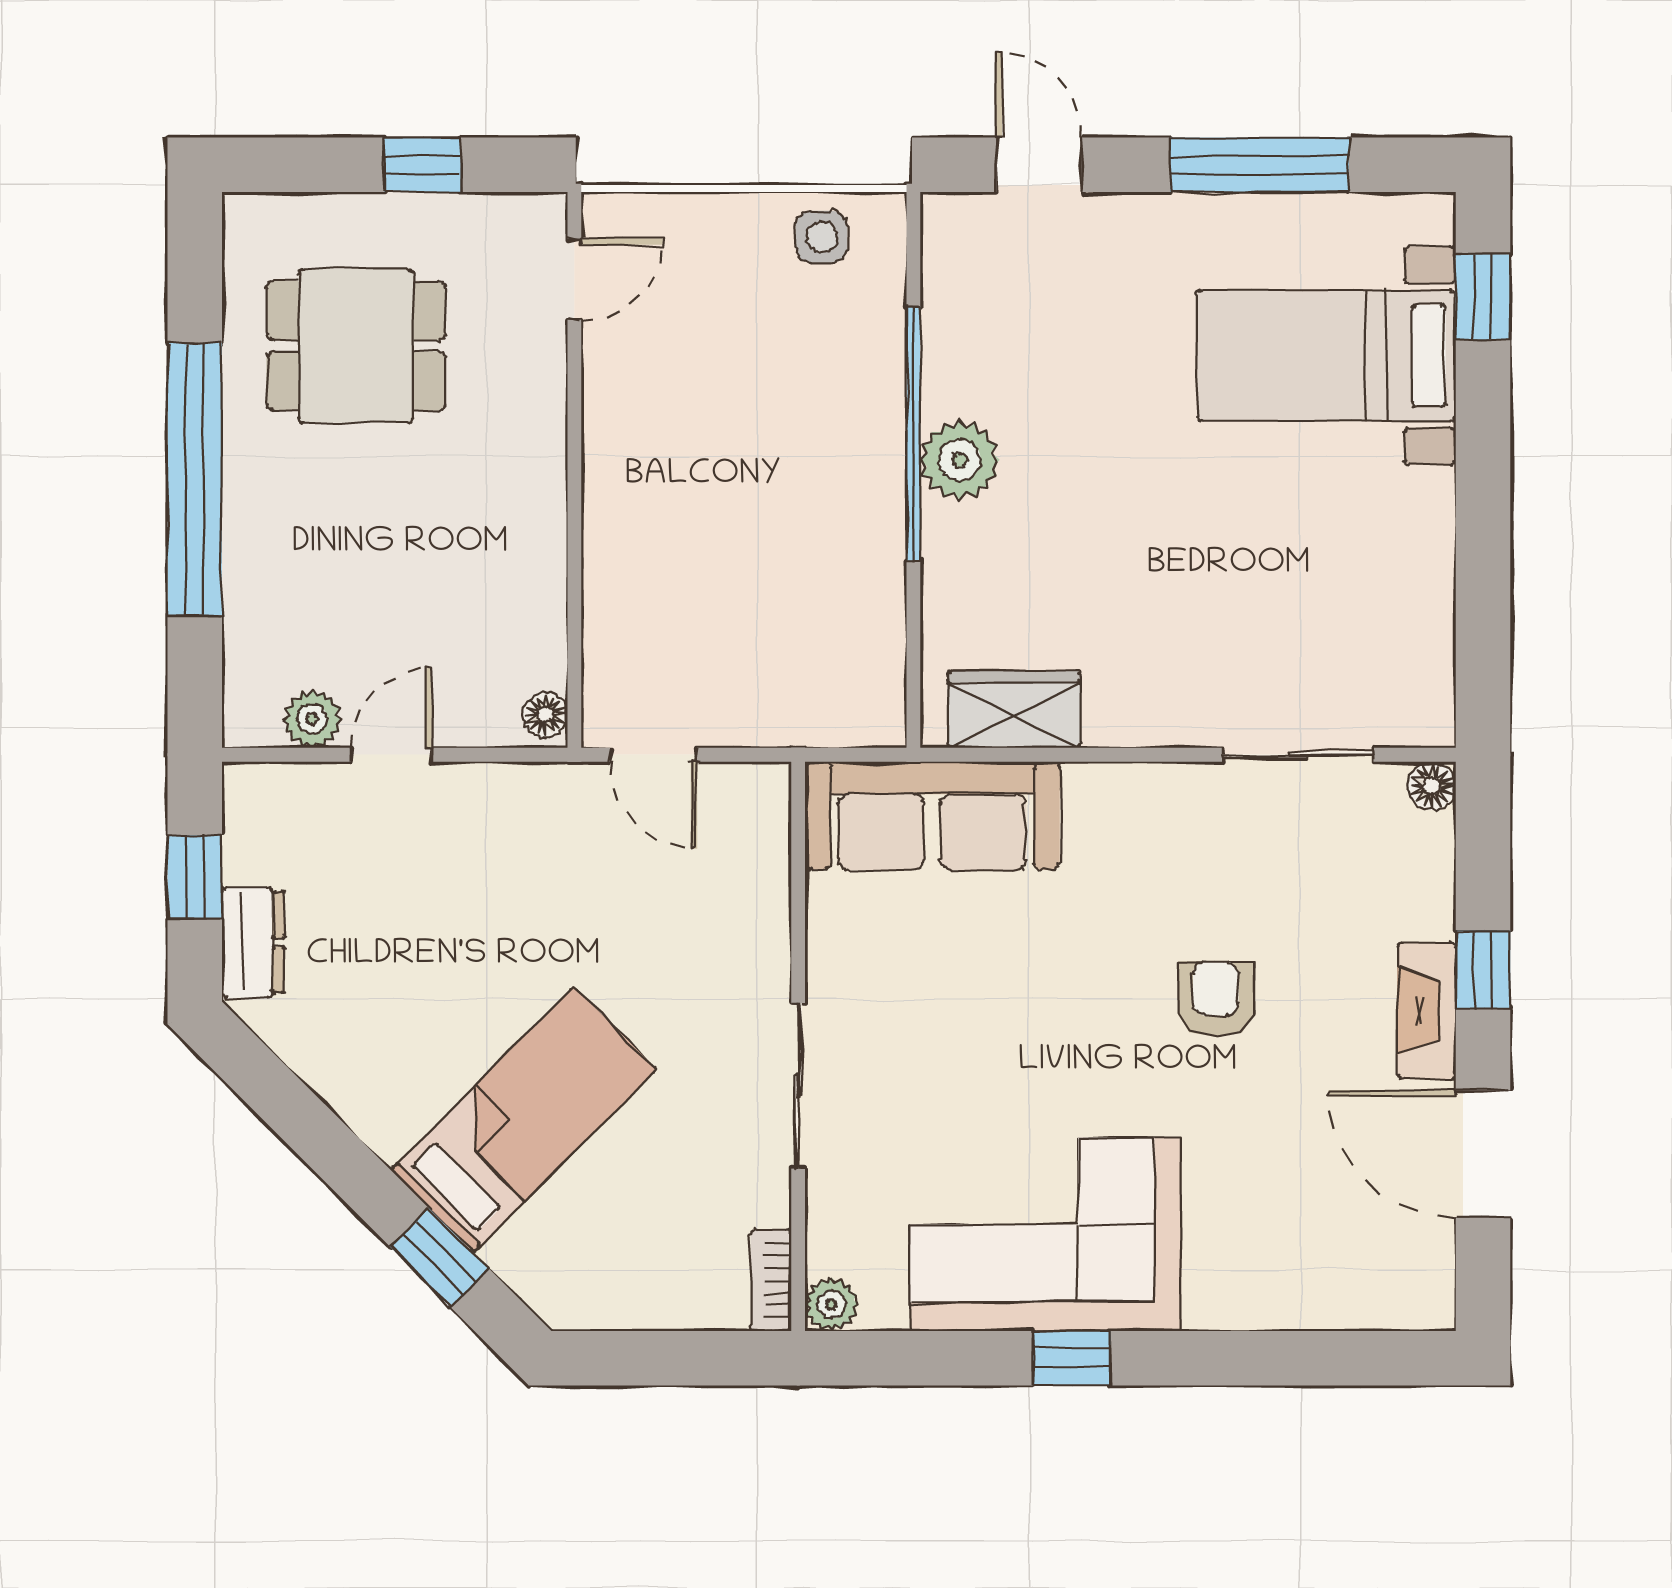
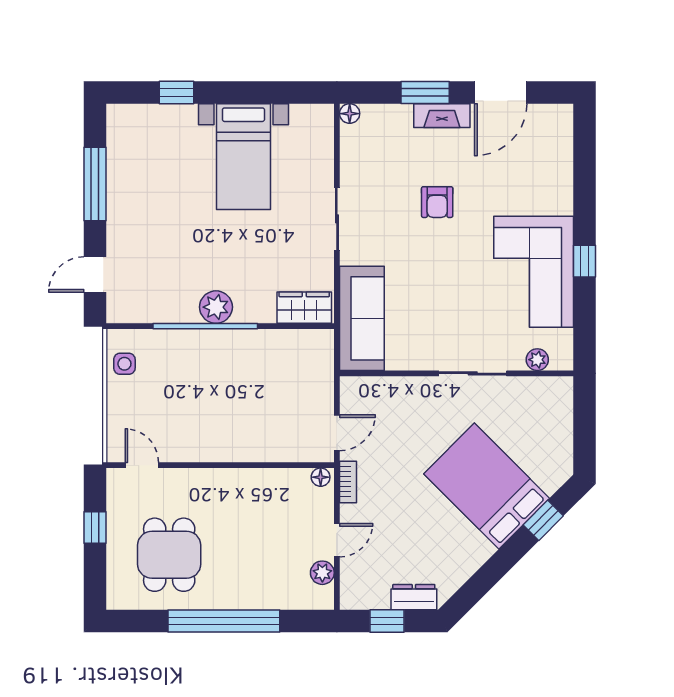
window: (1483, 297) -> (177, 92), moved
bed with nightstands: (1327, 356) -> (243, 157), moved
wardrobe: (1014, 710) -> (304, 308), moved, turned 90
door: (391, 755) -> (337, 540), swing flipped
sliding door: (1298, 755) -> (337, 219), moved
window: (1483, 970) -> (425, 92), width x1.50
armchair: (1216, 999) -> (437, 202), turned -90
bed: (524, 1120) -> (487, 486), width x1.50
bookcase: (771, 1280) -> (348, 482), moved, turned -90
plant: (832, 1304) -> (537, 360), moved

